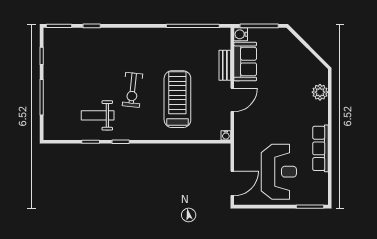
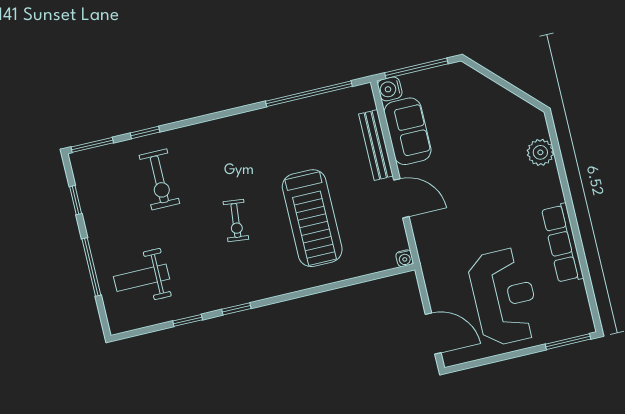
exercise bike: (93, 55) -> (159, 179), added
bench: (225, 65) -> (376, 145), width x1.36
exercise bike: (132, 90) -> (236, 221), width x0.73, depth x0.72
treadmill: (177, 99) -> (312, 218), turned 180
door: (232, 100) -> (401, 198), hinge flipped
weight bench: (98, 115) -> (141, 278), moved
door: (232, 183) -> (433, 334), hinge flipped

